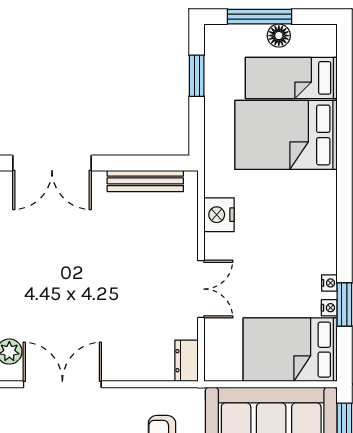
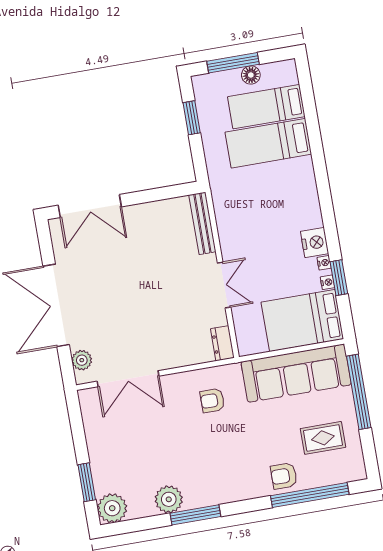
bed: (286, 135) -> (268, 143), width x0.67
bench: (145, 181) -> (202, 223), moved, turned 90
nightstand: (219, 215) -> (315, 242), moved, turned 180
double door: (62, 384) -> (128, 379), swing flipped

